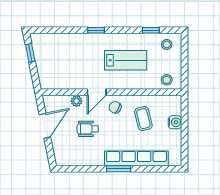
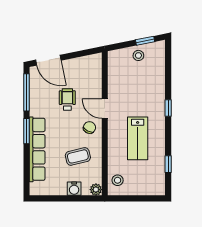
stool: (167, 44) -> (138, 55), moved
plant: (76, 101) -> (96, 190), moved
door: (45, 126) -> (48, 60), moved
window: (81, 169) -> (27, 92), added

